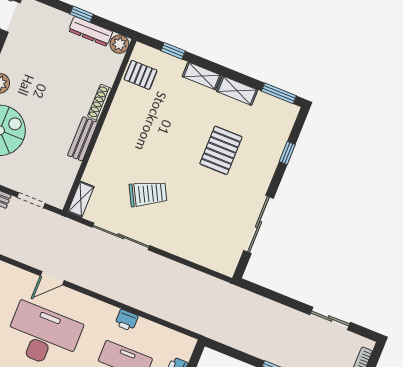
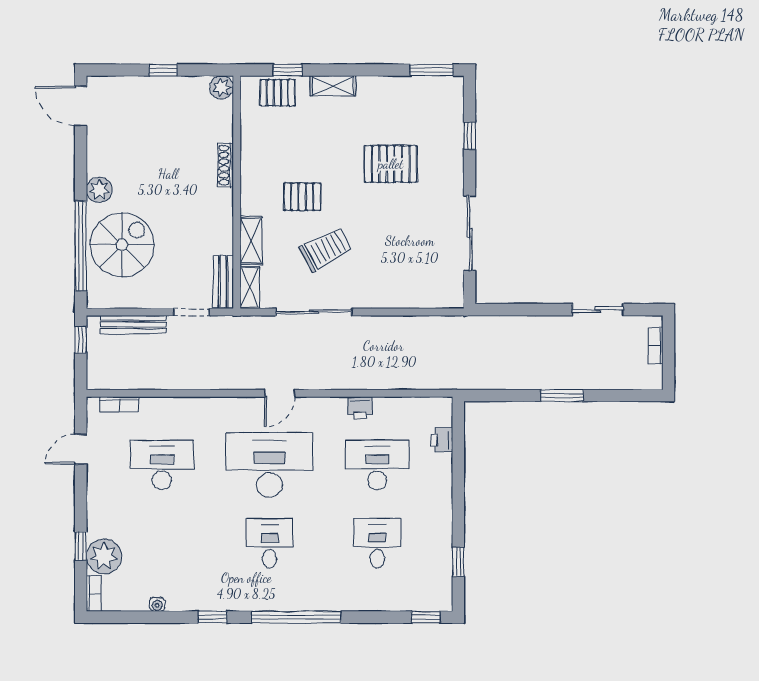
dresser: (91, 31) -> (182, 86), removed
pallet: (141, 75) -> (277, 93), moved
shelving: (237, 91) -> (251, 240), moved, turned 90
bench: (83, 139) -> (223, 282), moved
pallet: (146, 148) -> (302, 197), added
pallet: (221, 150) -> (391, 164), turned 90
door: (52, 278) -> (280, 393), moved

